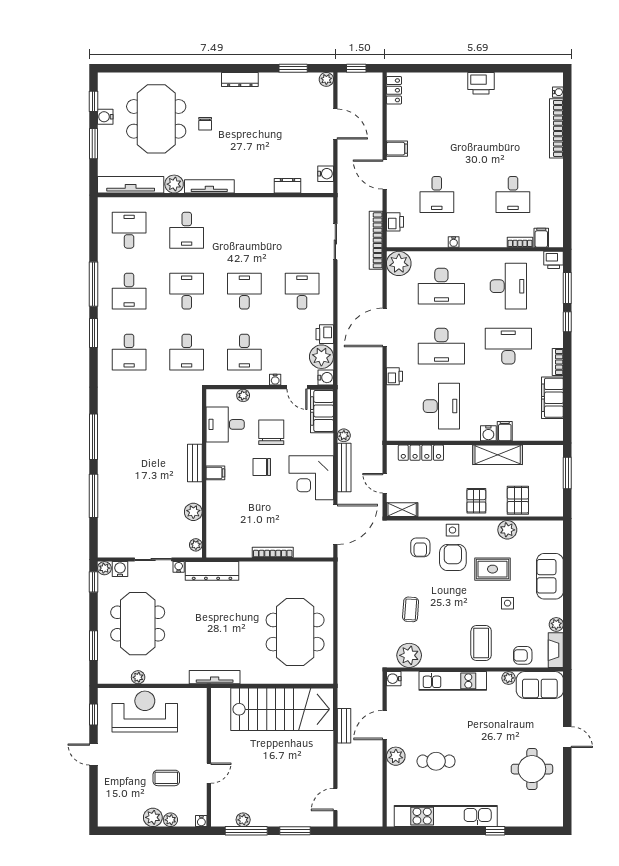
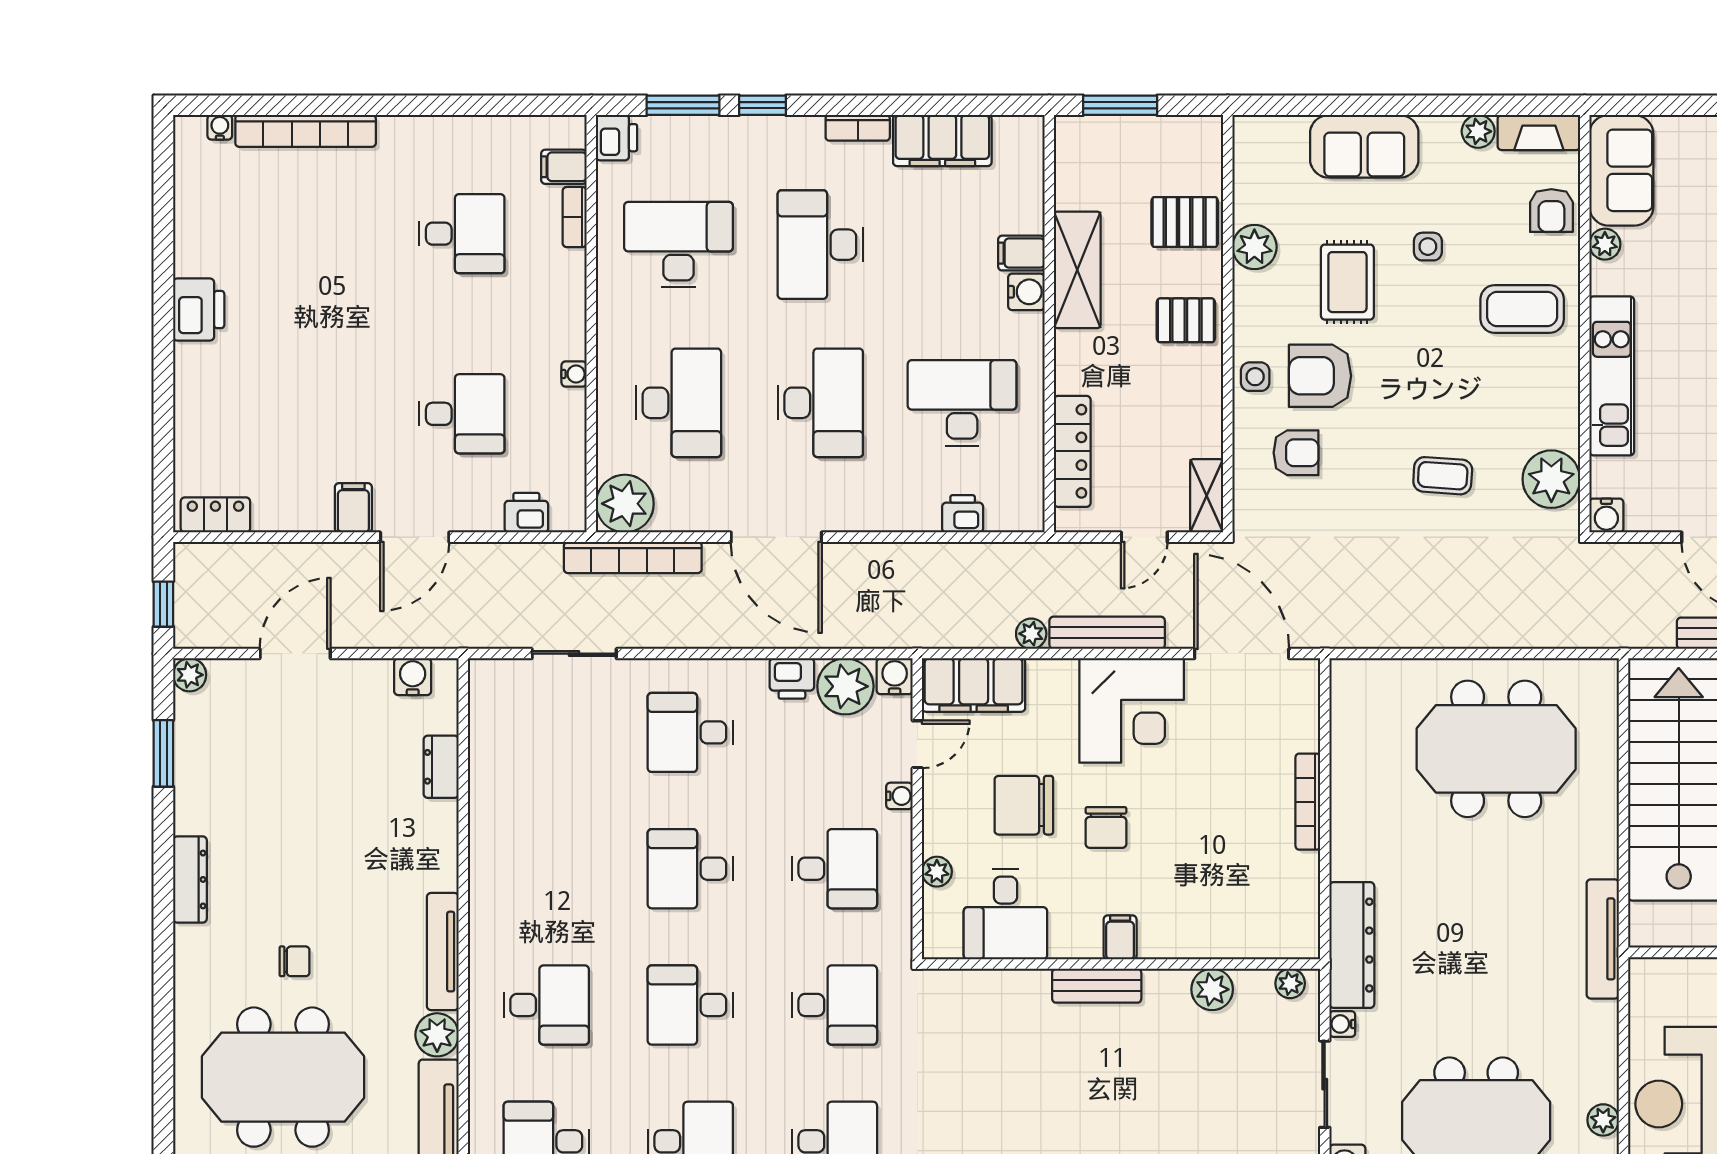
bookcase: (376, 240) -> (633, 557), moved
printer: (394, 376) -> (963, 514), moved

